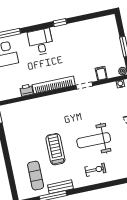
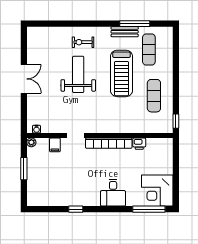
window: (60, 23) -> (76, 209), moved
exercise mat: (22, 136) -> (154, 96), added
weight bench: (94, 140) -> (78, 74), turned -90
treadmill: (55, 149) -> (121, 73), width x1.37, depth x1.38

